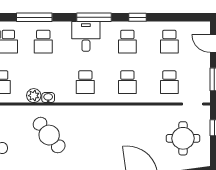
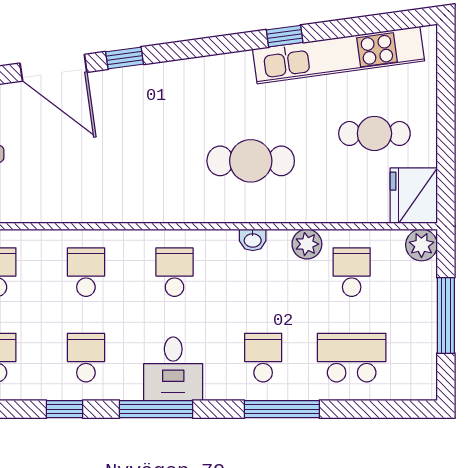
plant: (34, 96) -> (307, 244), moved
cafe table: (49, 135) -> (251, 161), turned -51

